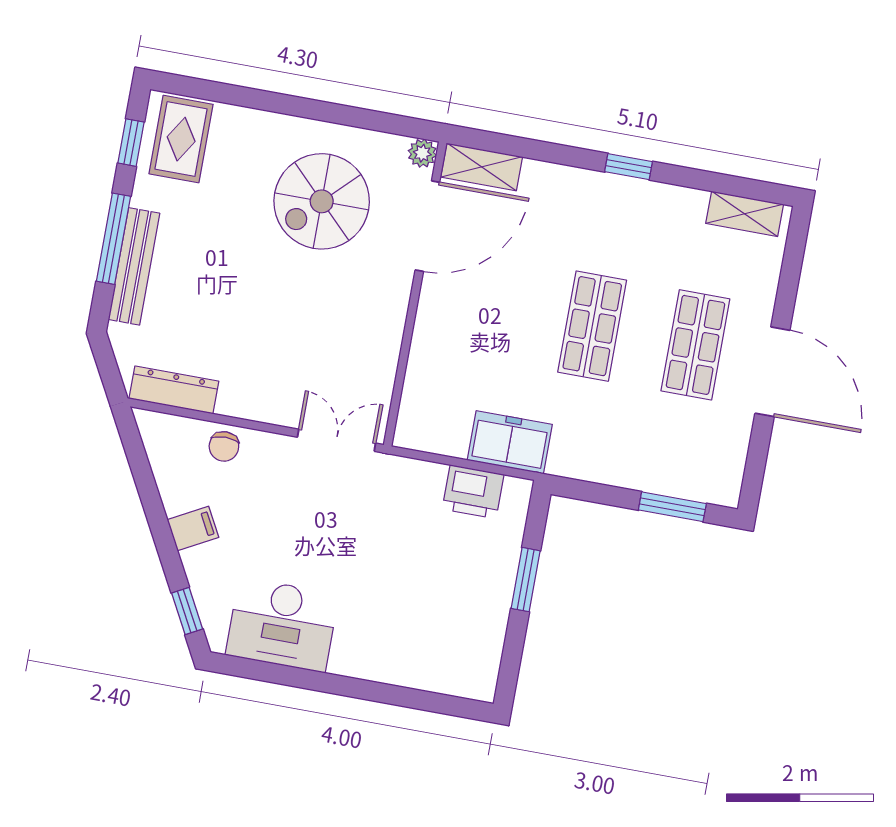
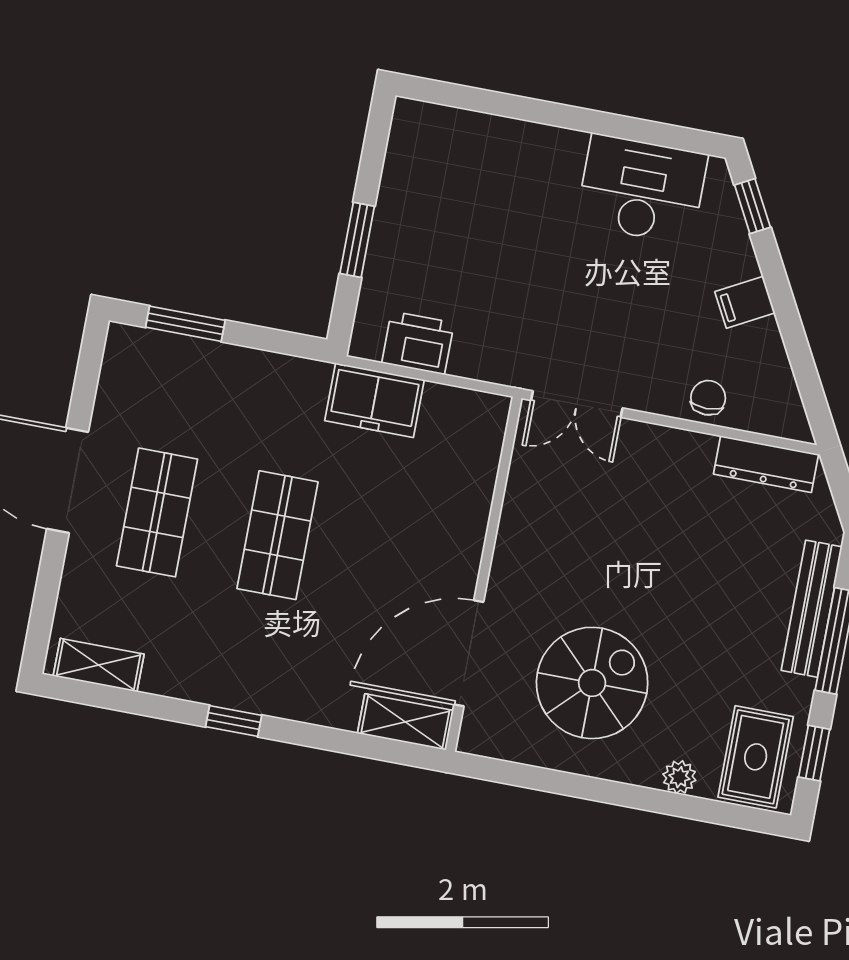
plant: (422, 153) -> (679, 777), moved

